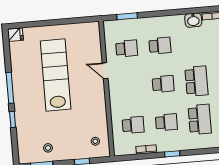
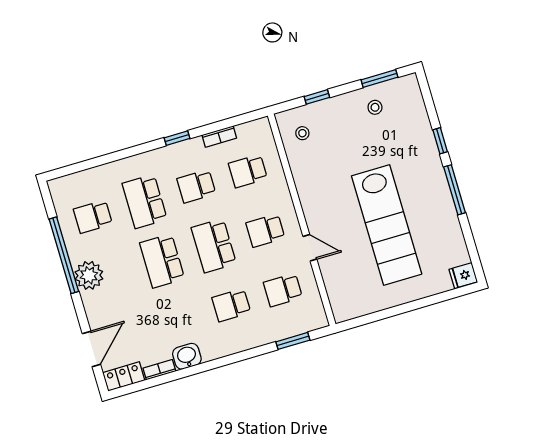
school desk: (163, 84) -> (214, 246), width x1.85
school desk: (130, 87) -> (265, 231), added

